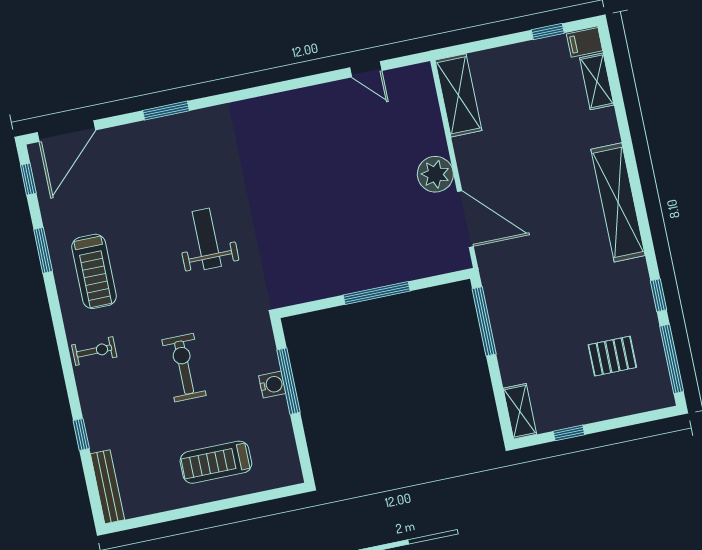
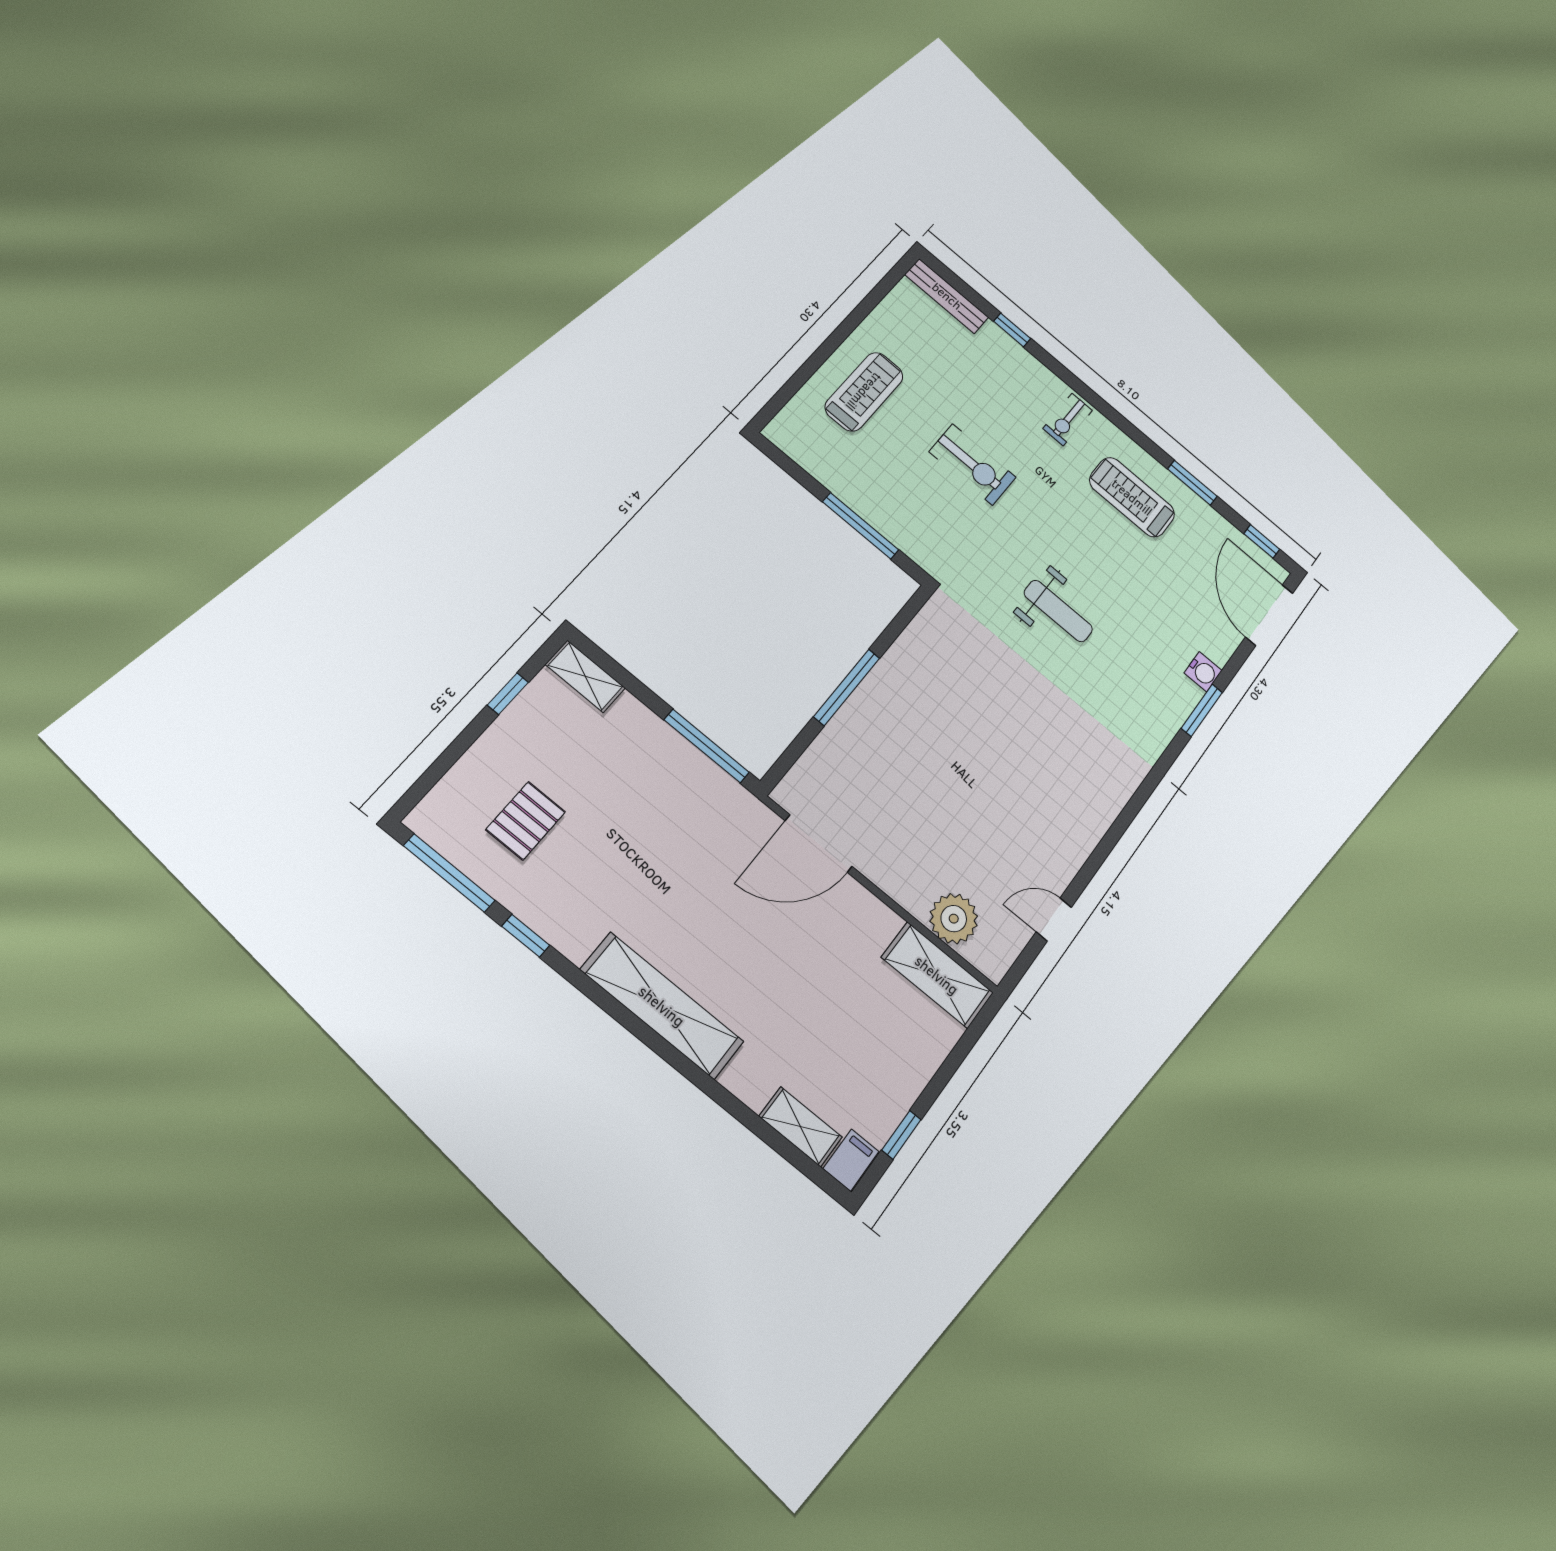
plant: (435, 174) -> (954, 919), moved
water cooler: (272, 385) -> (1203, 672), moved, turned -90

